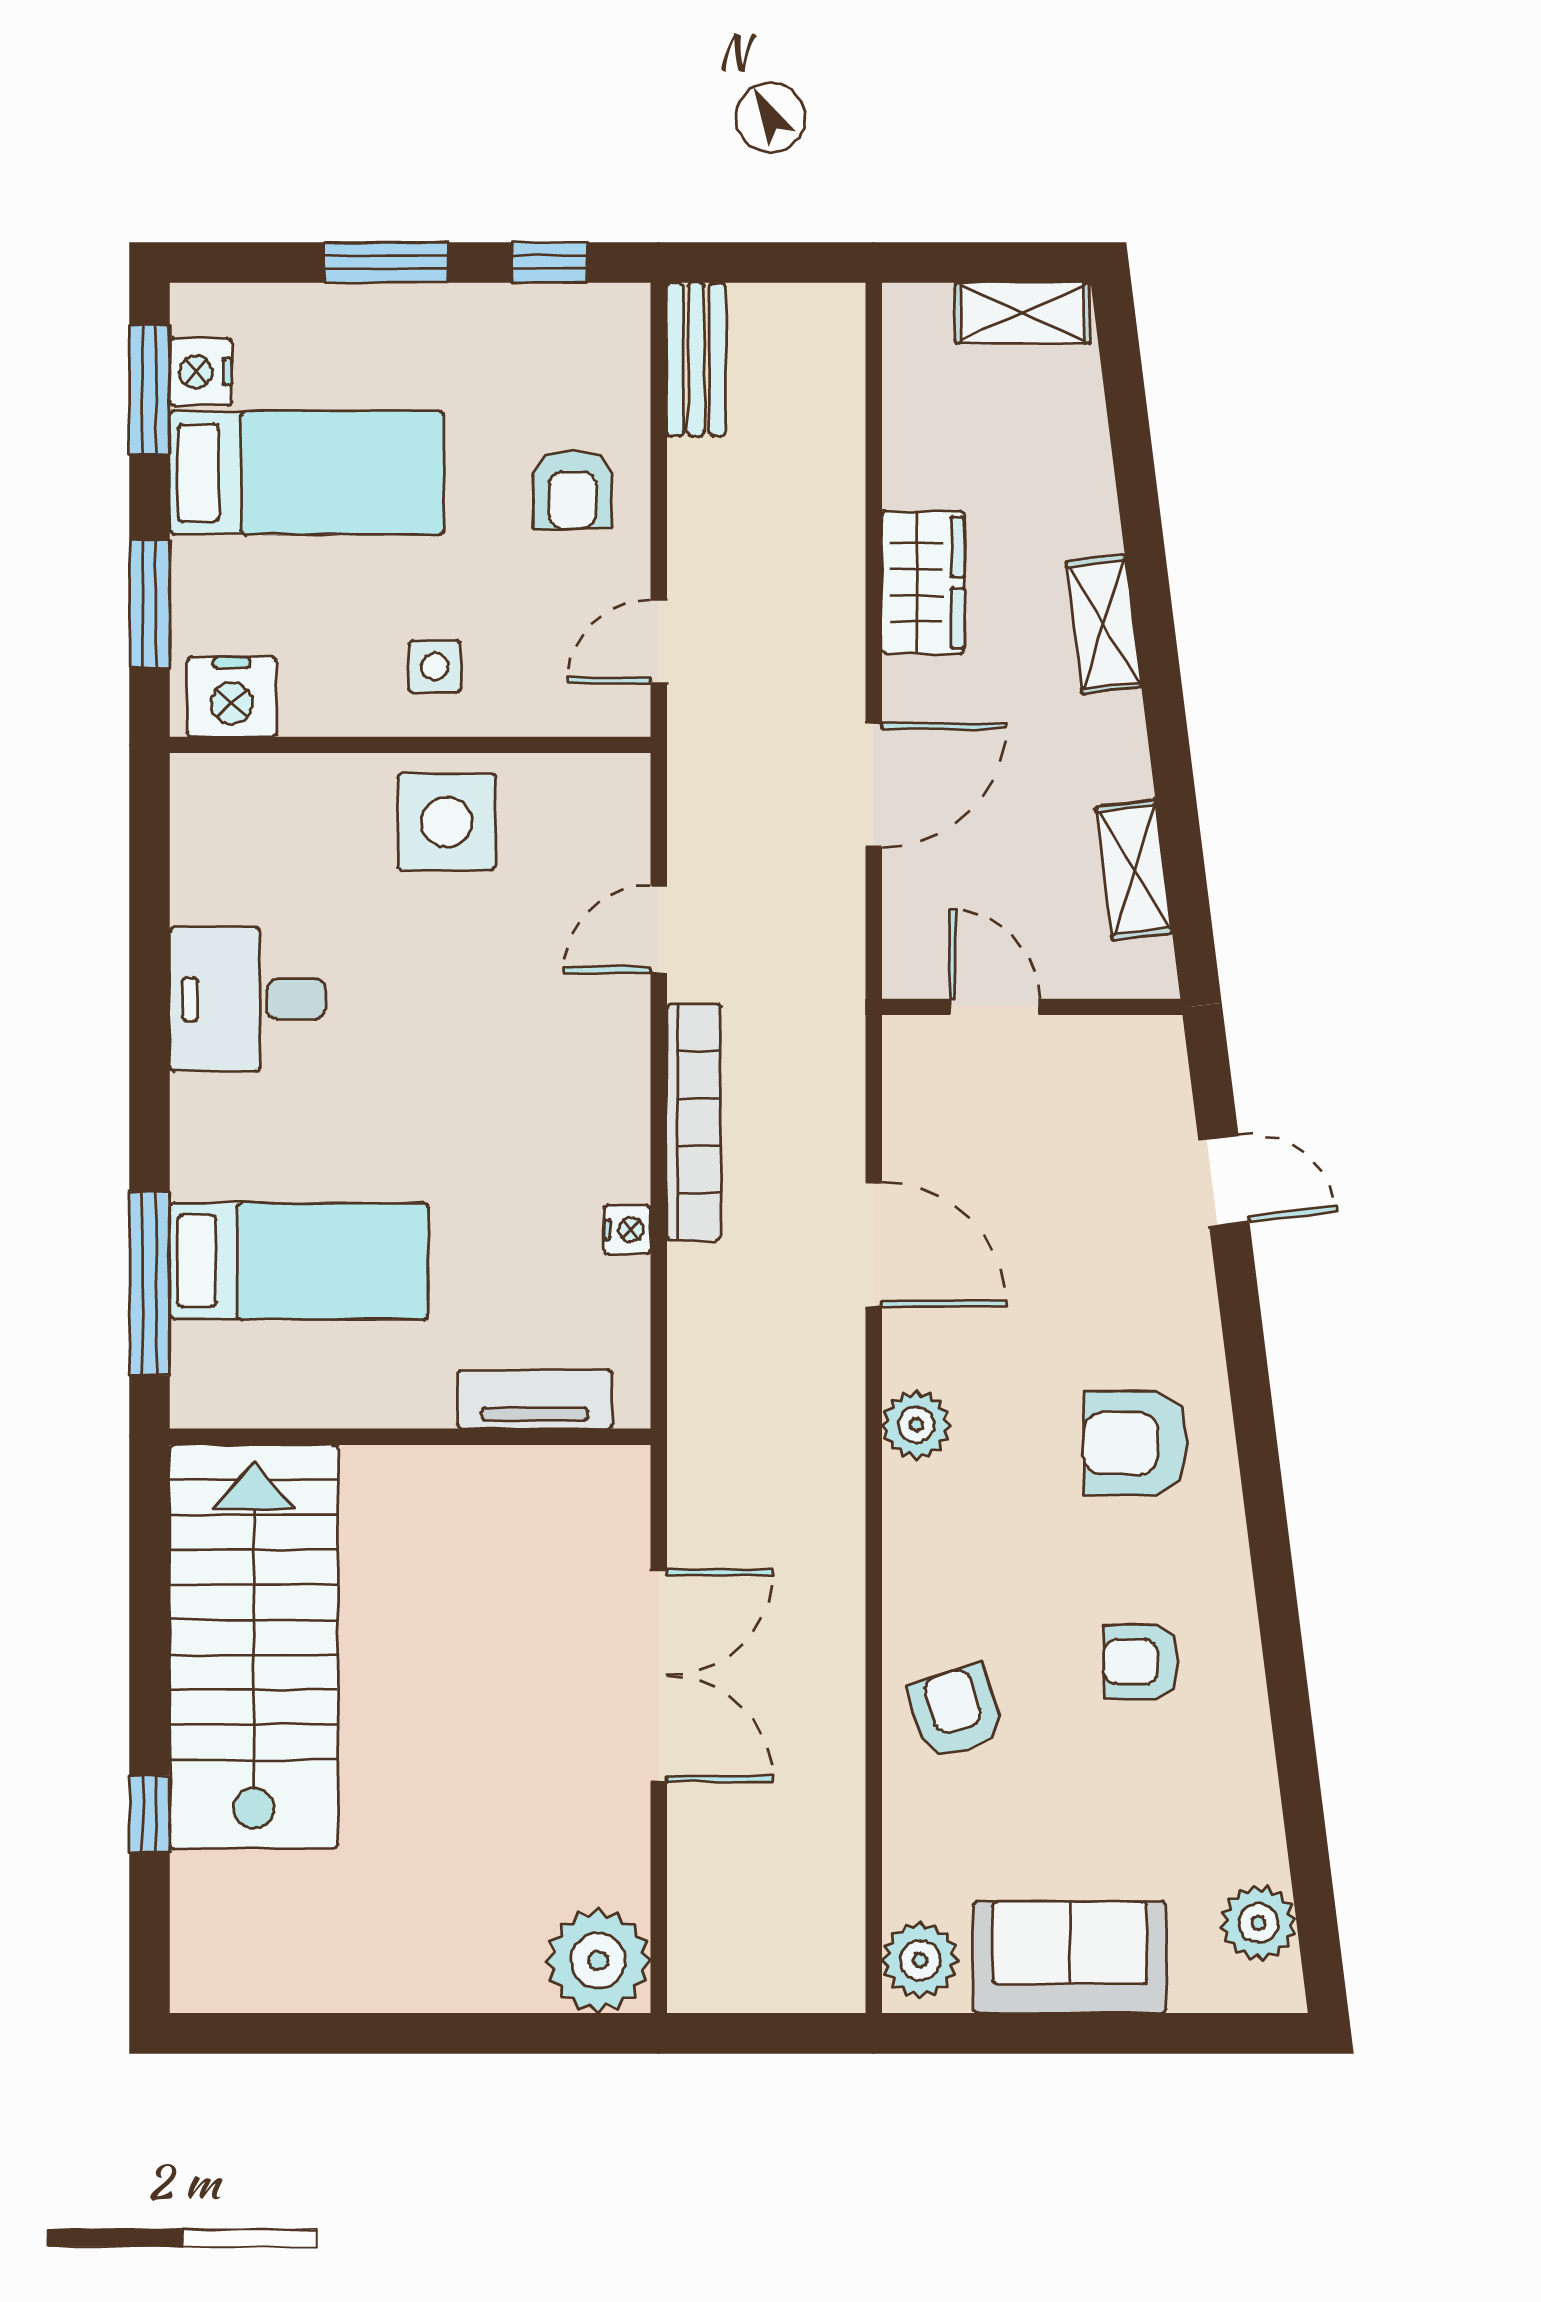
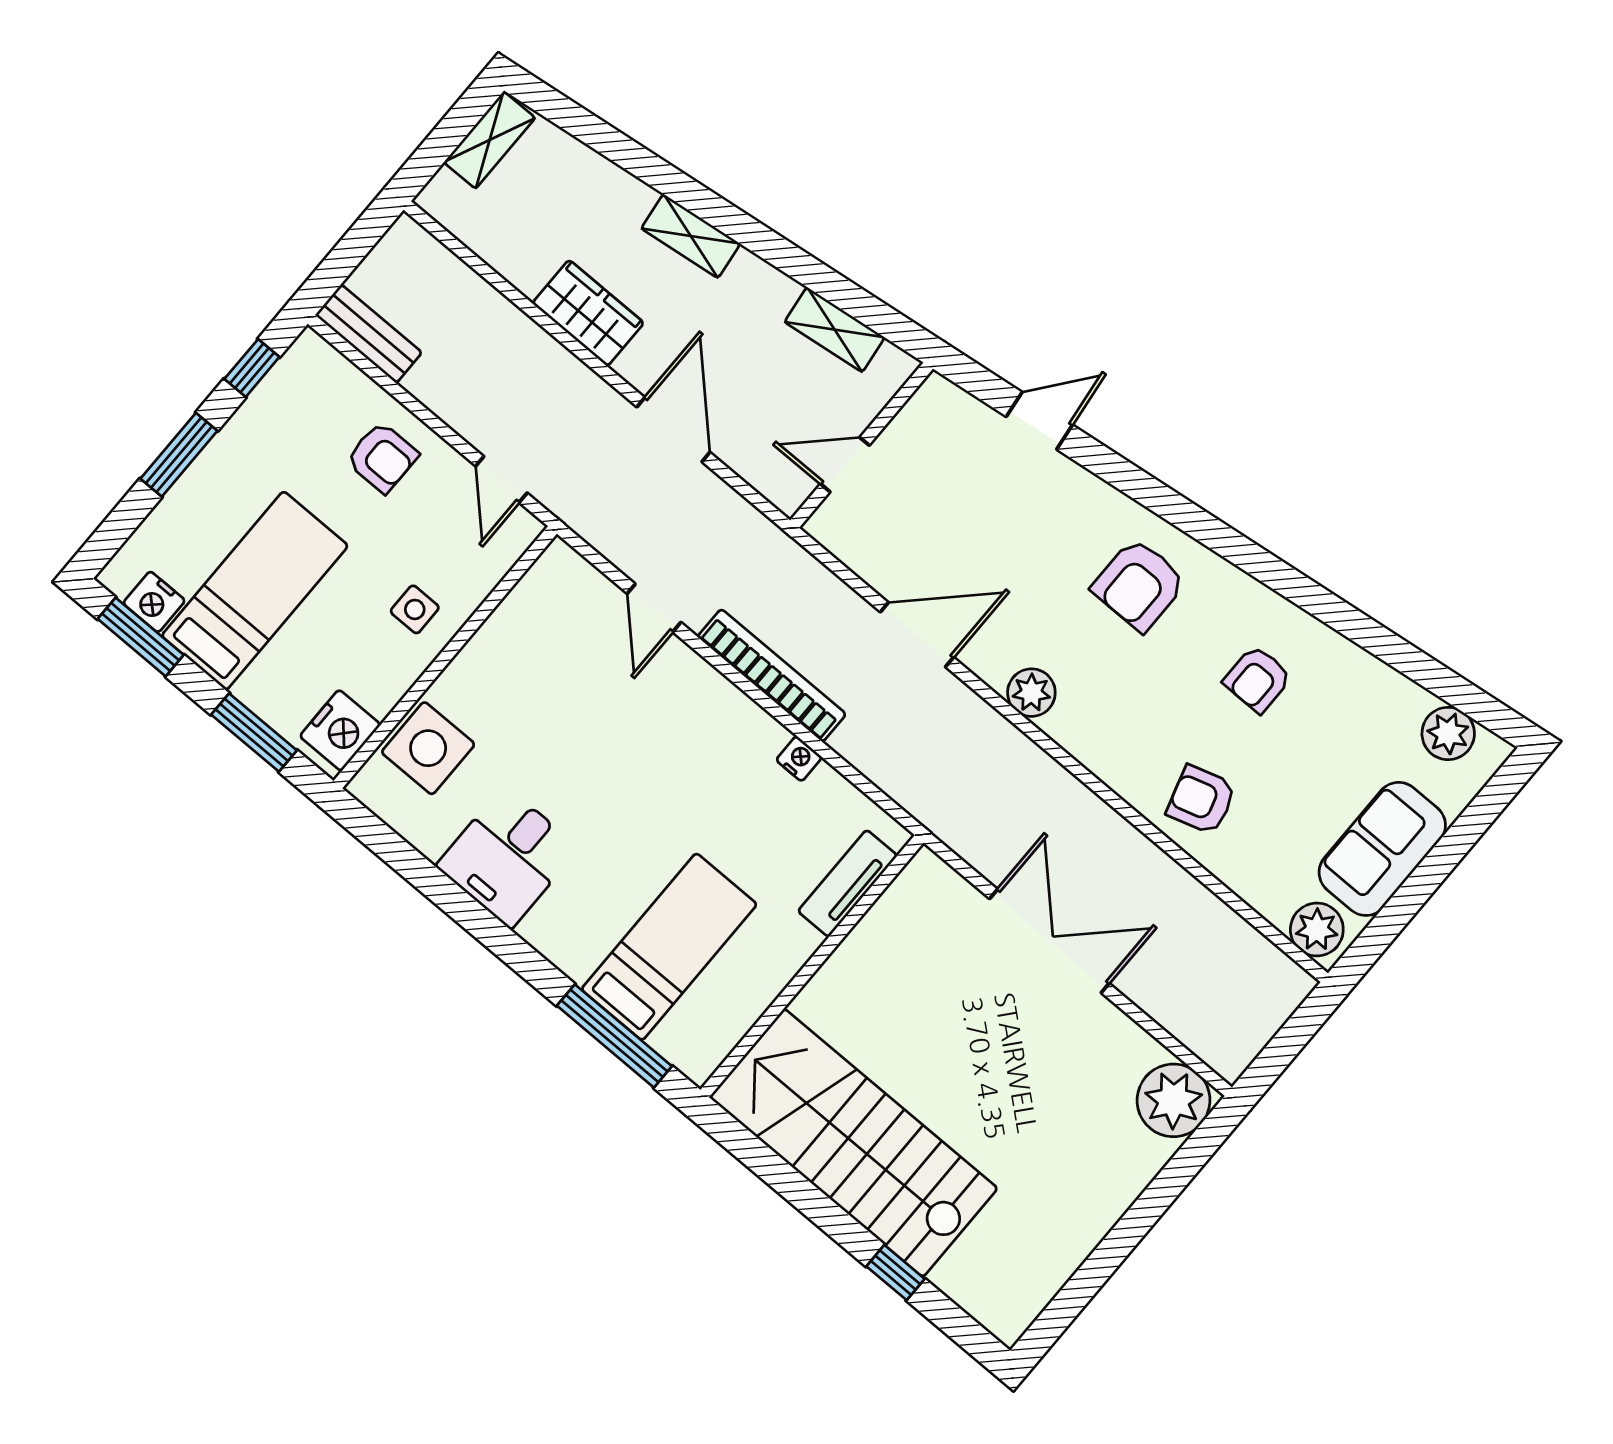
side table: (447, 822) -> (428, 748), moved

